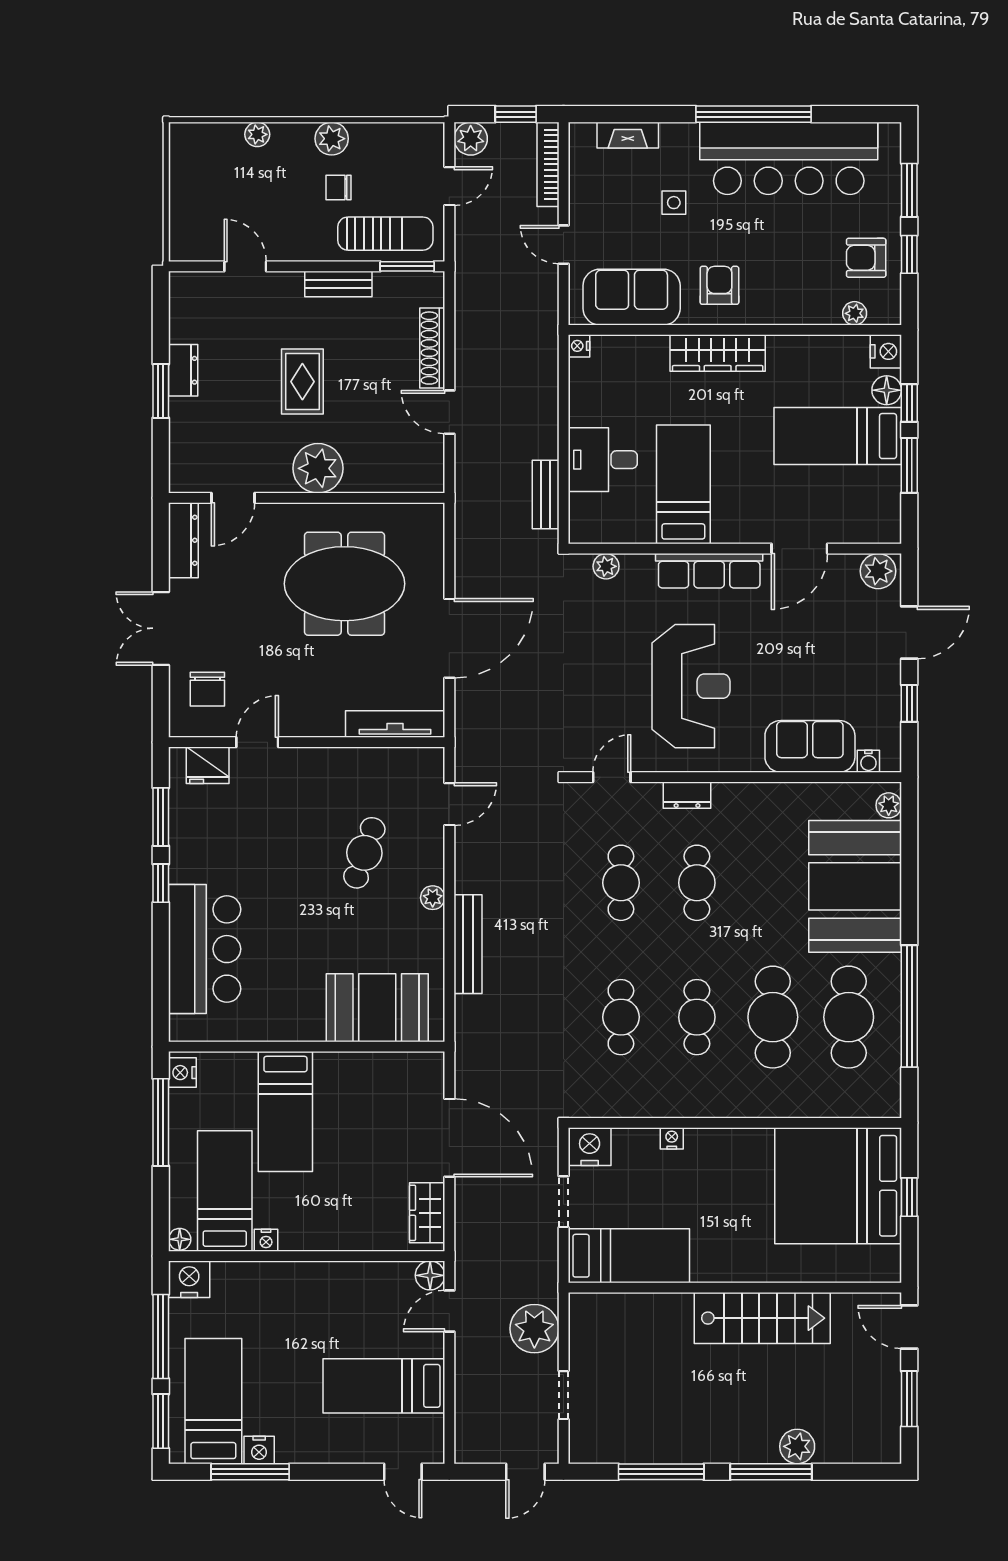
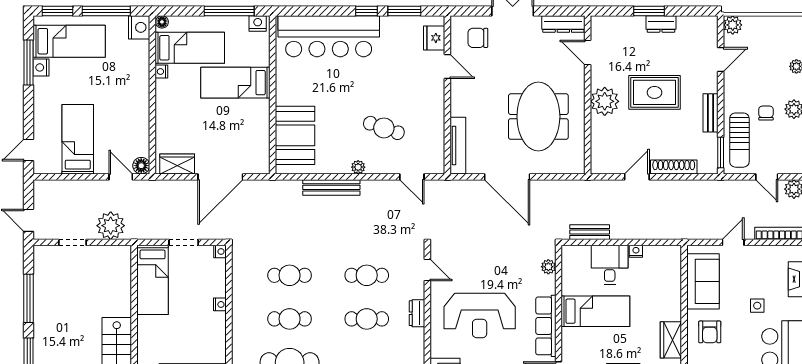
plant: (185, 245) -> (733, 25), added
armchair: (719, 285) -> (710, 332), turned 90
nightstand: (579, 346) -> (636, 251), moved
wardrobe: (718, 353) -> (671, 340), width x0.67
rug: (302, 382) -> (654, 92), width x1.36, depth x1.43
bar counter: (205, 949) -> (329, 36), width x1.36
nightstand: (590, 1147) -> (220, 252), width x0.53, depth x0.56

